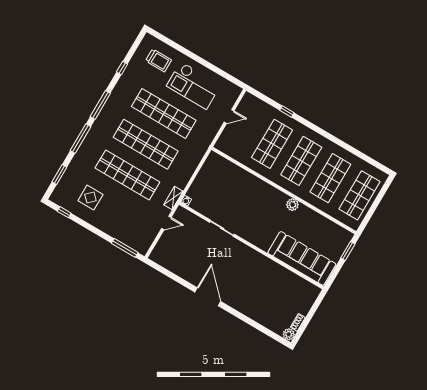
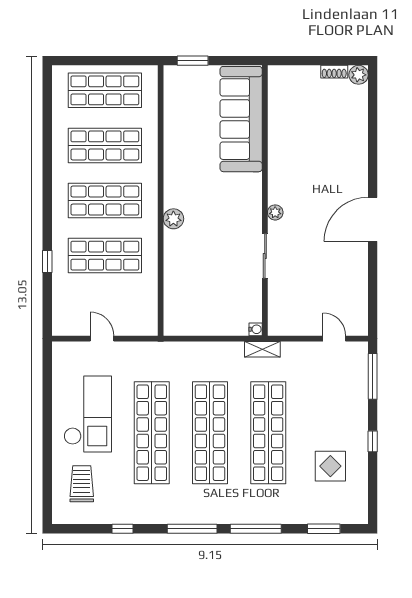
plant: (292, 205) -> (173, 219), moved
window: (64, 212) -> (373, 441), moved
door: (166, 223) -> (334, 339), moved
plant: (242, 247) -> (275, 212), added

